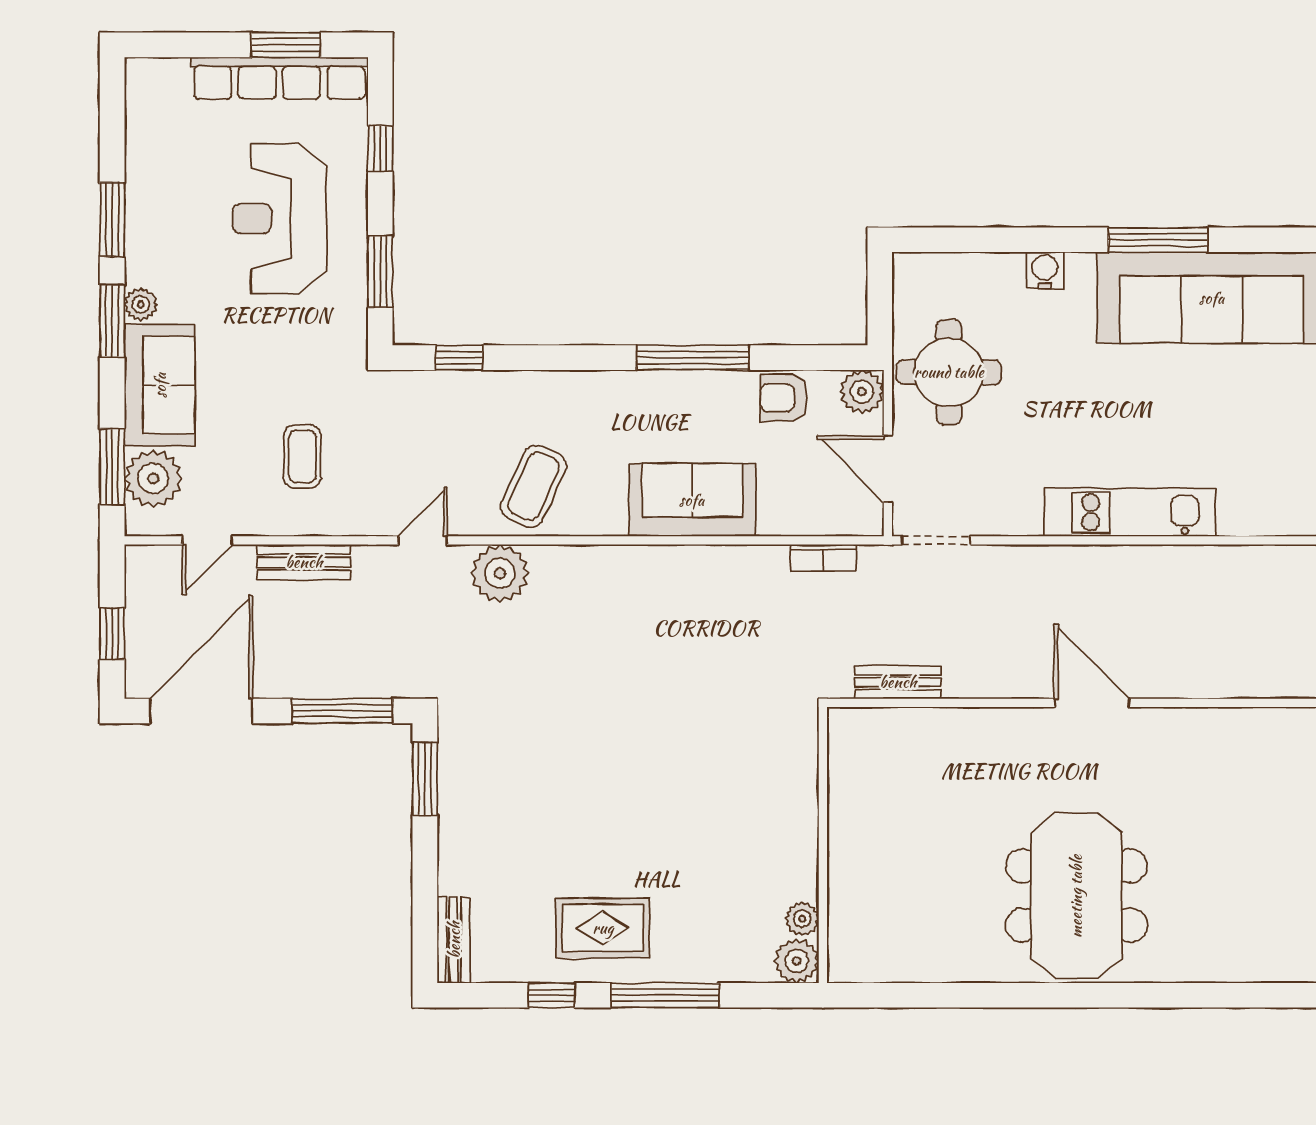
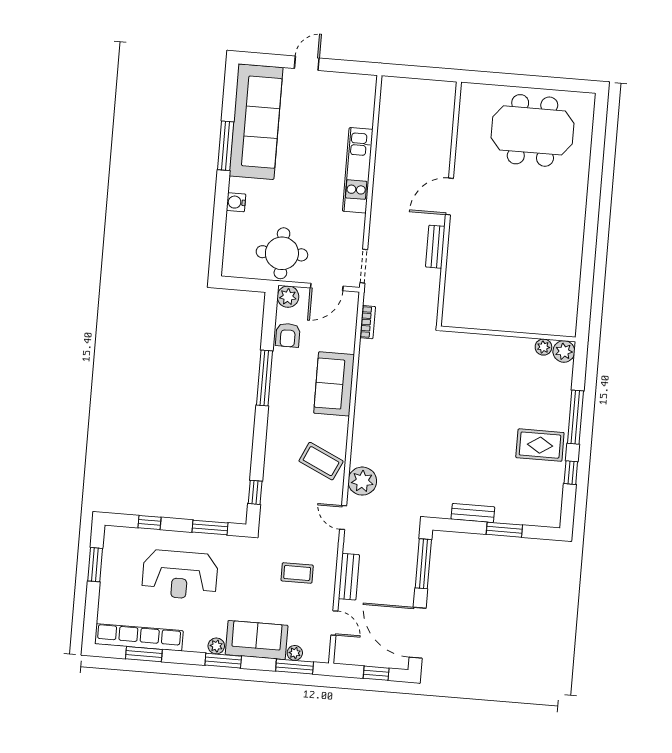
row of seats: (279, 78) -> (139, 637), moved, turned -90
window: (112, 219) -> (144, 654), moved
plant: (153, 478) -> (295, 653), width x0.53, depth x0.53
bench: (898, 682) -> (435, 247), moved
window: (425, 779) -> (504, 530), moved
meeting table: (1076, 896) -> (533, 130), moved
rug: (603, 928) -> (540, 445), turned 90
bench: (454, 940) -> (473, 513), moved

